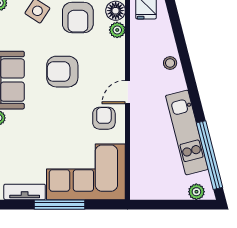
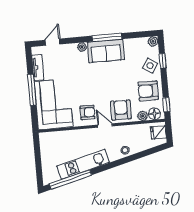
armchair: (62, 72) -> (121, 110), moved
plant: (196, 192) -> (47, 173), removed

